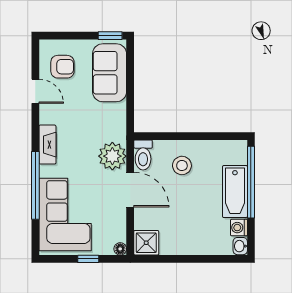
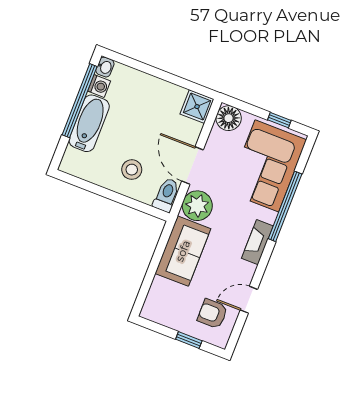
window: (110, 36) -> (189, 340), moved
sofa: (110, 73) -> (183, 251), moved
door: (35, 91) -> (249, 300), hinge flipped
window: (251, 182) -> (80, 101), moved
floor lamp: (120, 249) -> (229, 118), width x1.89, depth x1.89
window: (88, 259) -> (279, 120), moved

